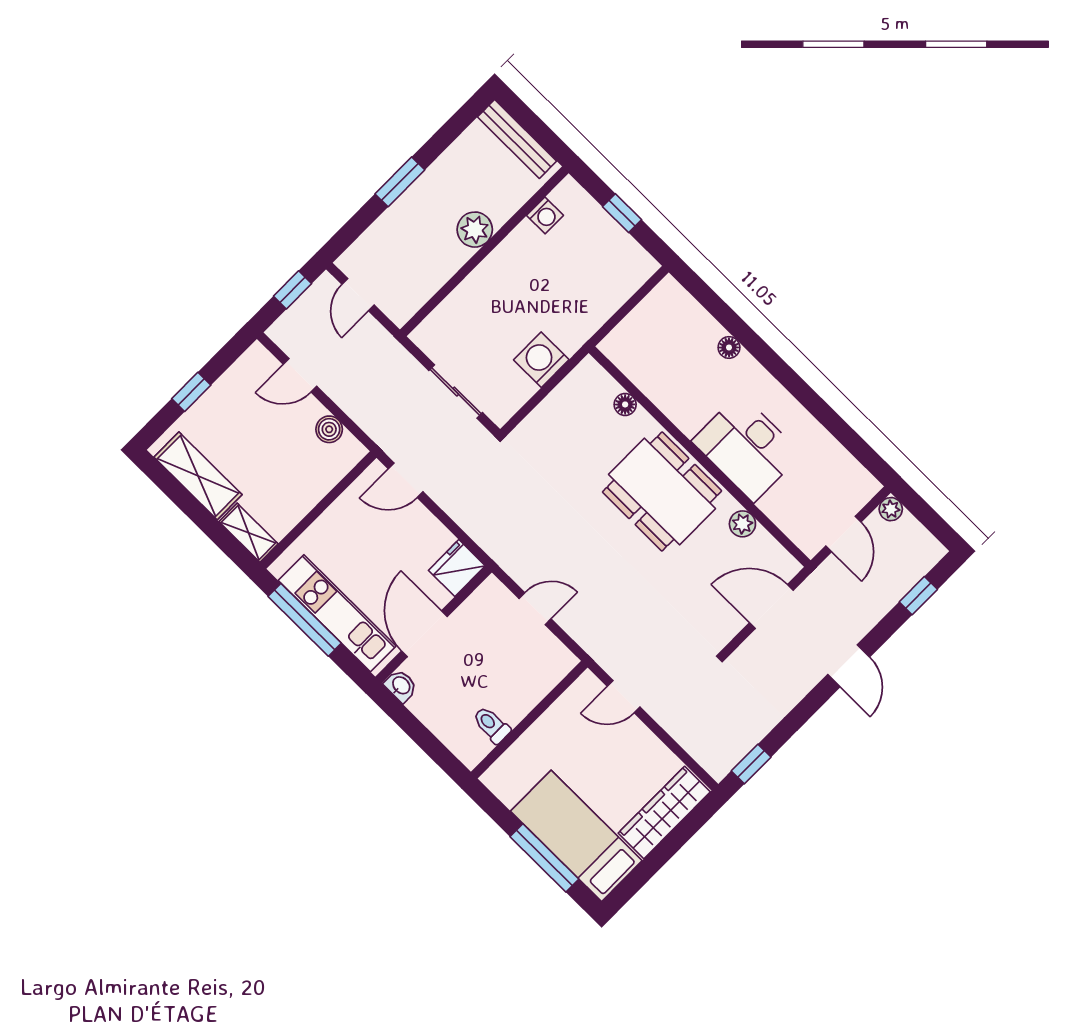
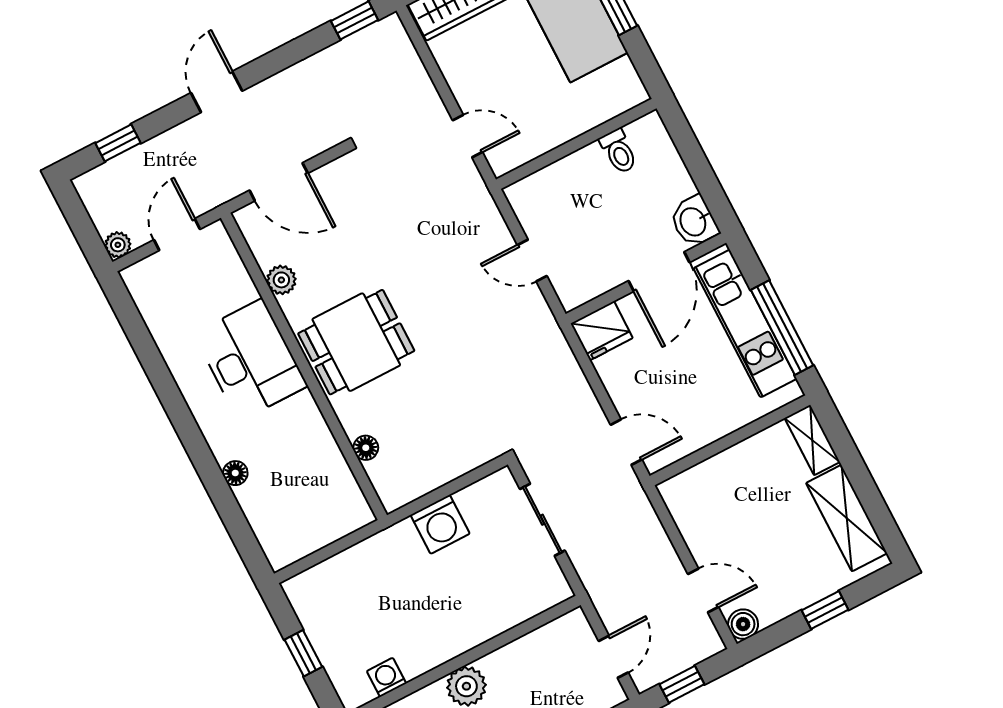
boiler: (329, 429) -> (743, 624), moved
dining table: (662, 491) -> (356, 342), width x0.73
washbasin: (401, 686) -> (694, 221), width x1.38, depth x1.45

